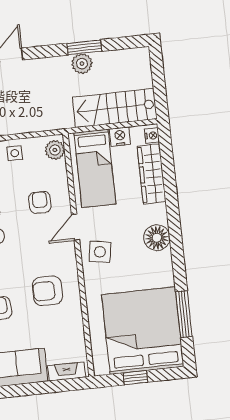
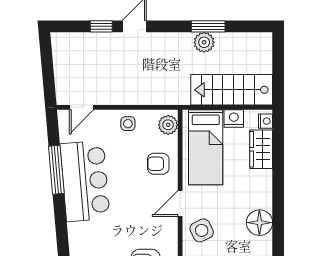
wardrobe: (152, 174) -> (261, 149), width x0.67
armchair: (40, 202) -> (158, 164), moved, turned -90
side table: (100, 252) -> (202, 230), turned -35

